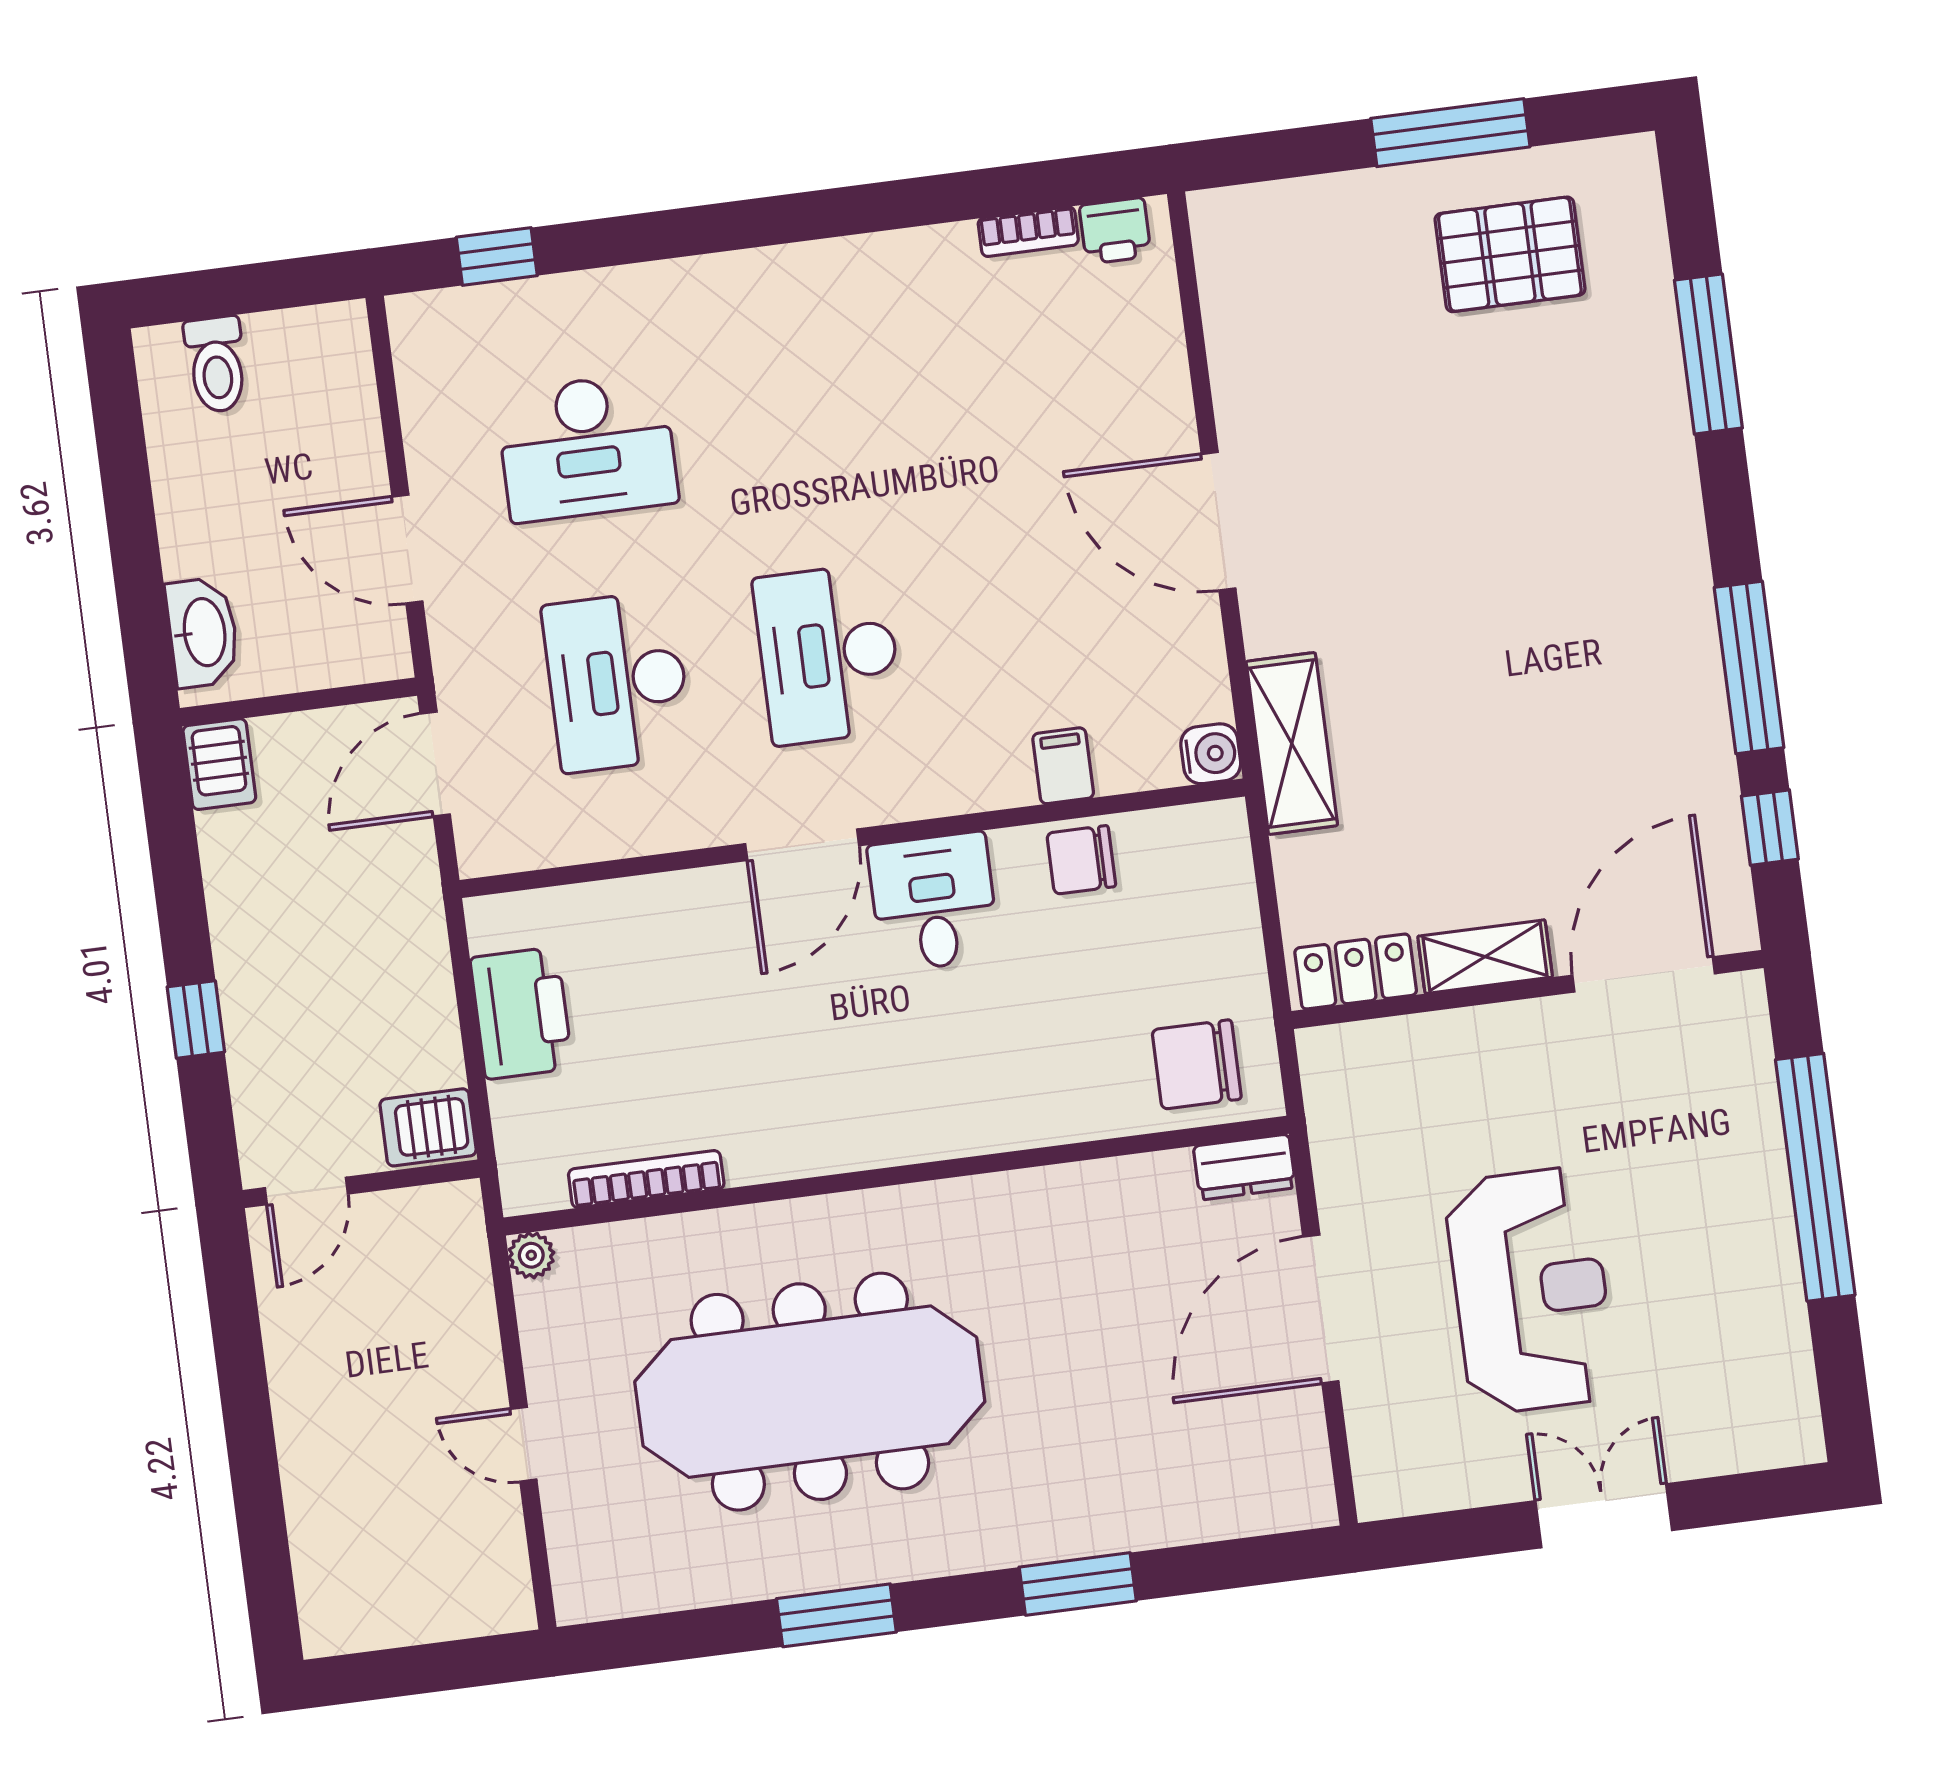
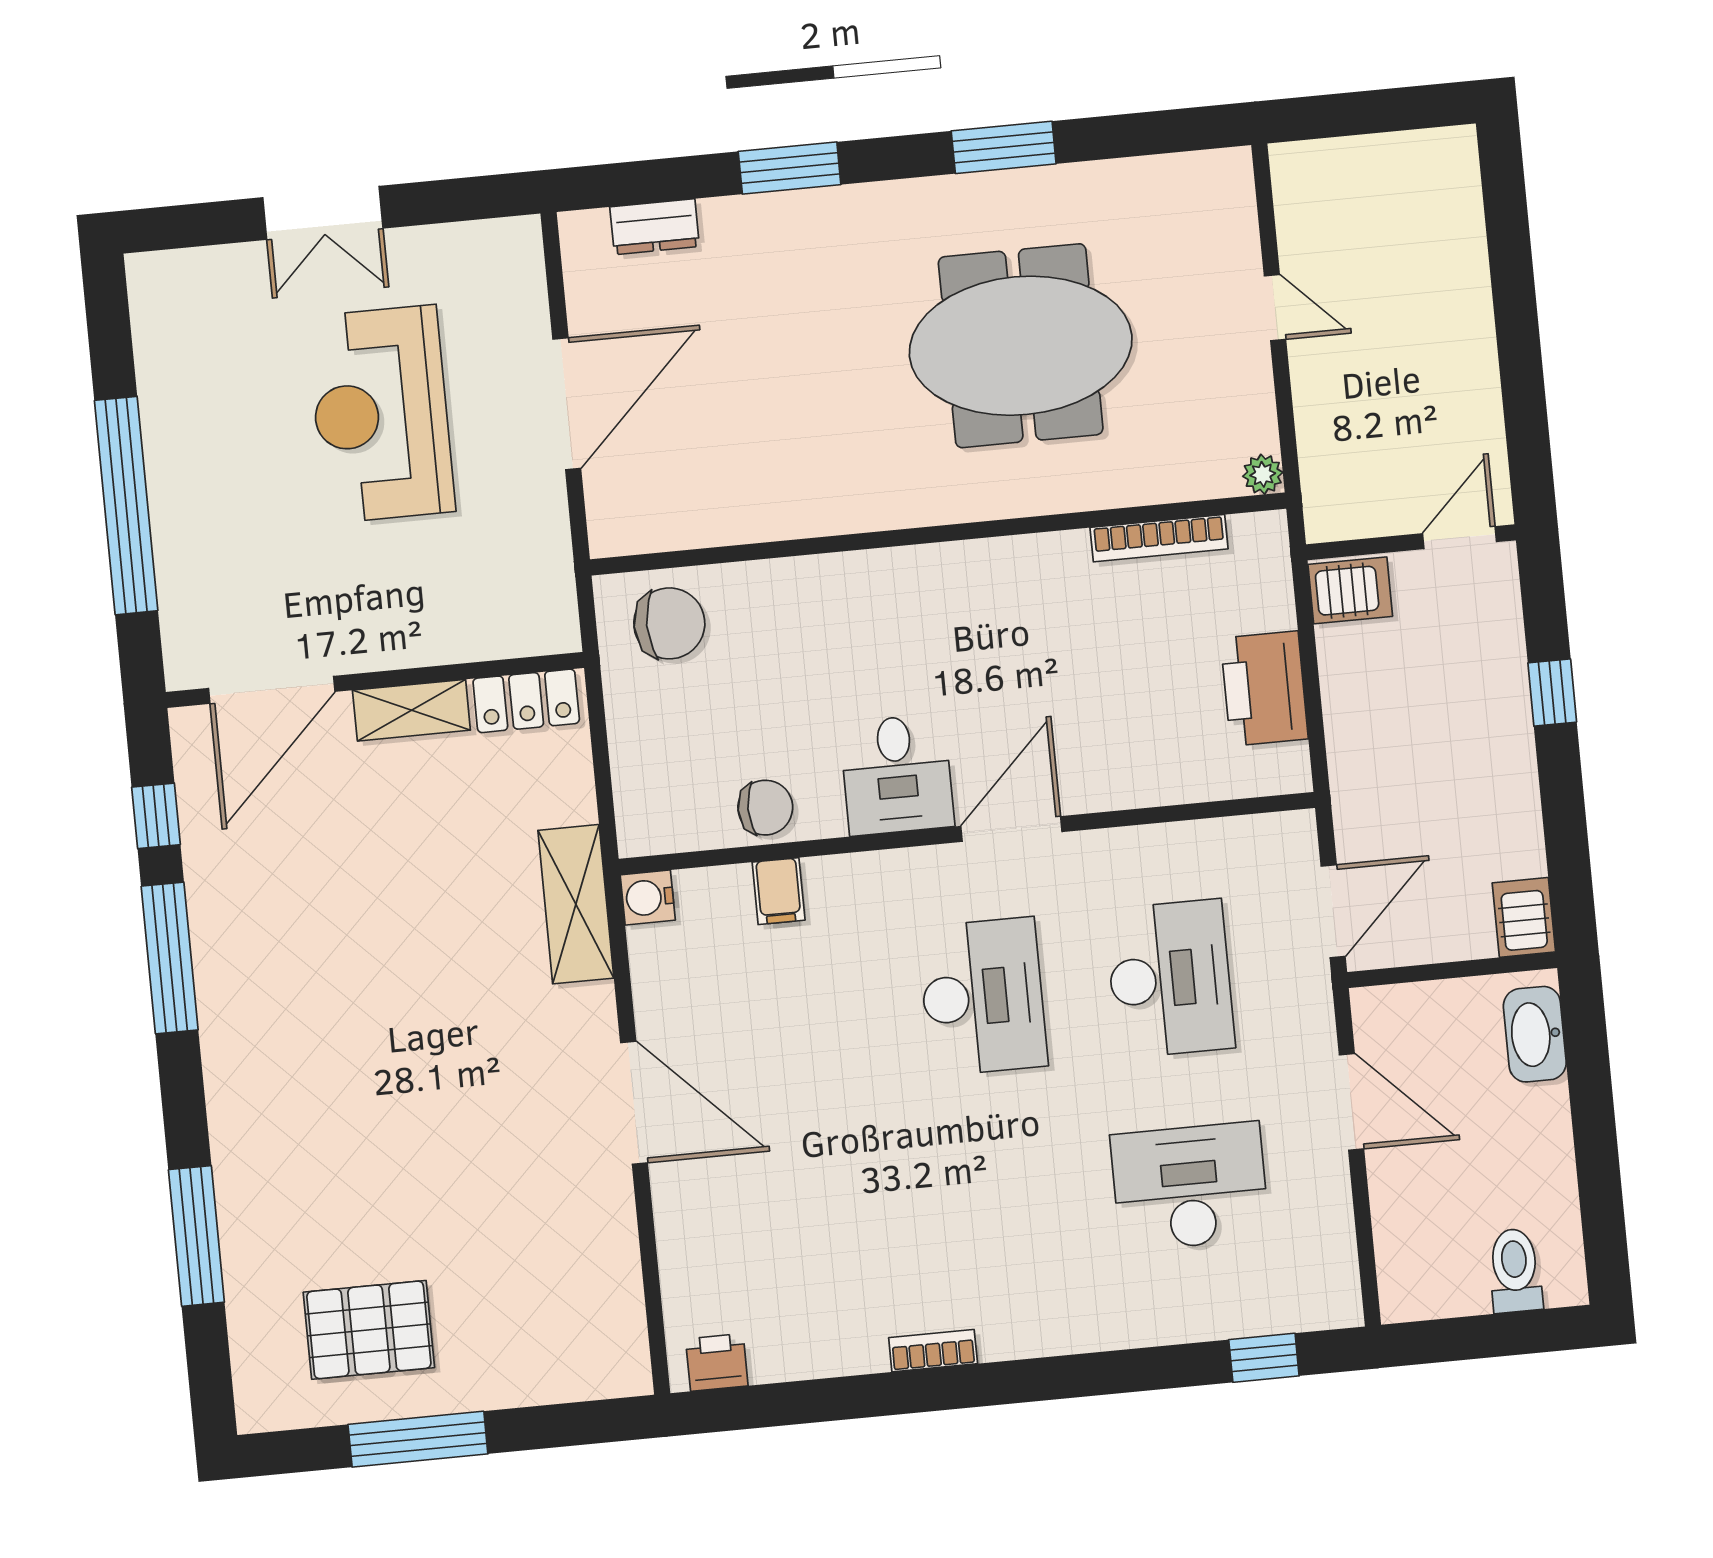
bookcase: (1028, 232) -> (933, 1351), moved
dresser: (1244, 1167) -> (655, 227), moved, turned 180
meeting table: (810, 1392) -> (1021, 346), width x0.73

